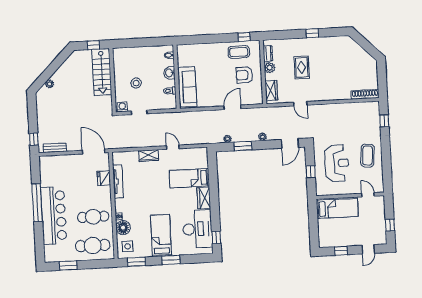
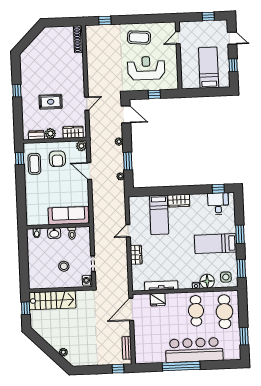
plant: (258, 99) -> (81, 146), added
bed: (337, 208) -> (209, 68), moved
desk: (198, 229) -> (218, 204), width x0.53, depth x0.77

